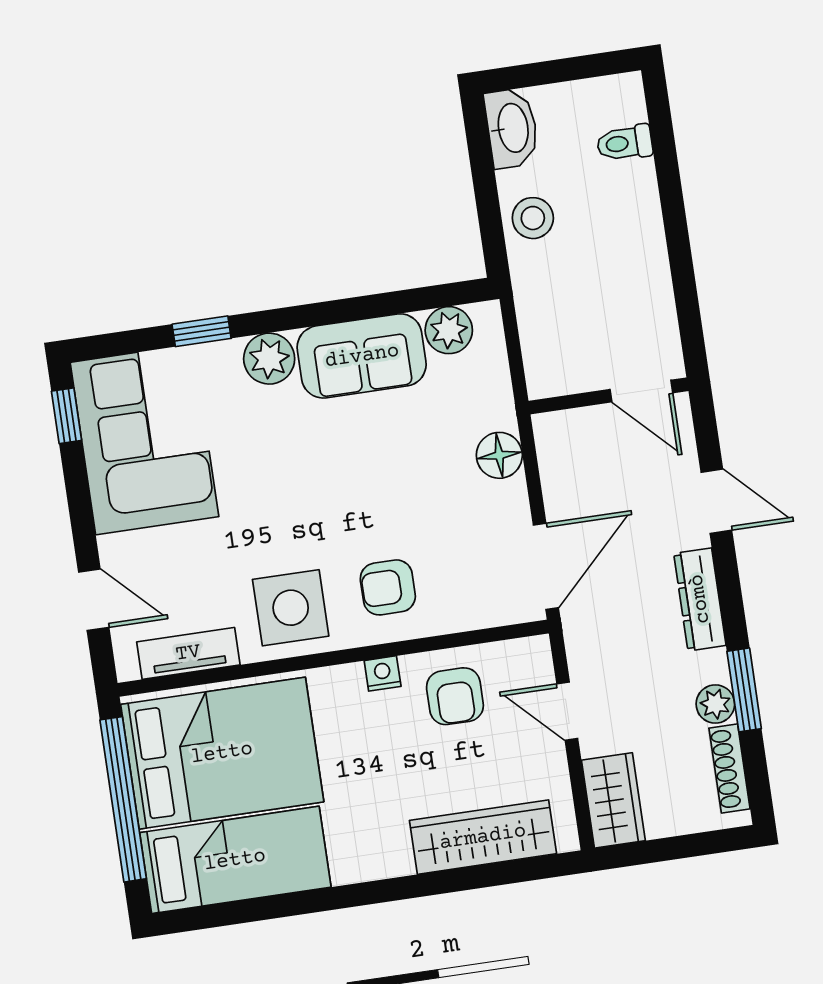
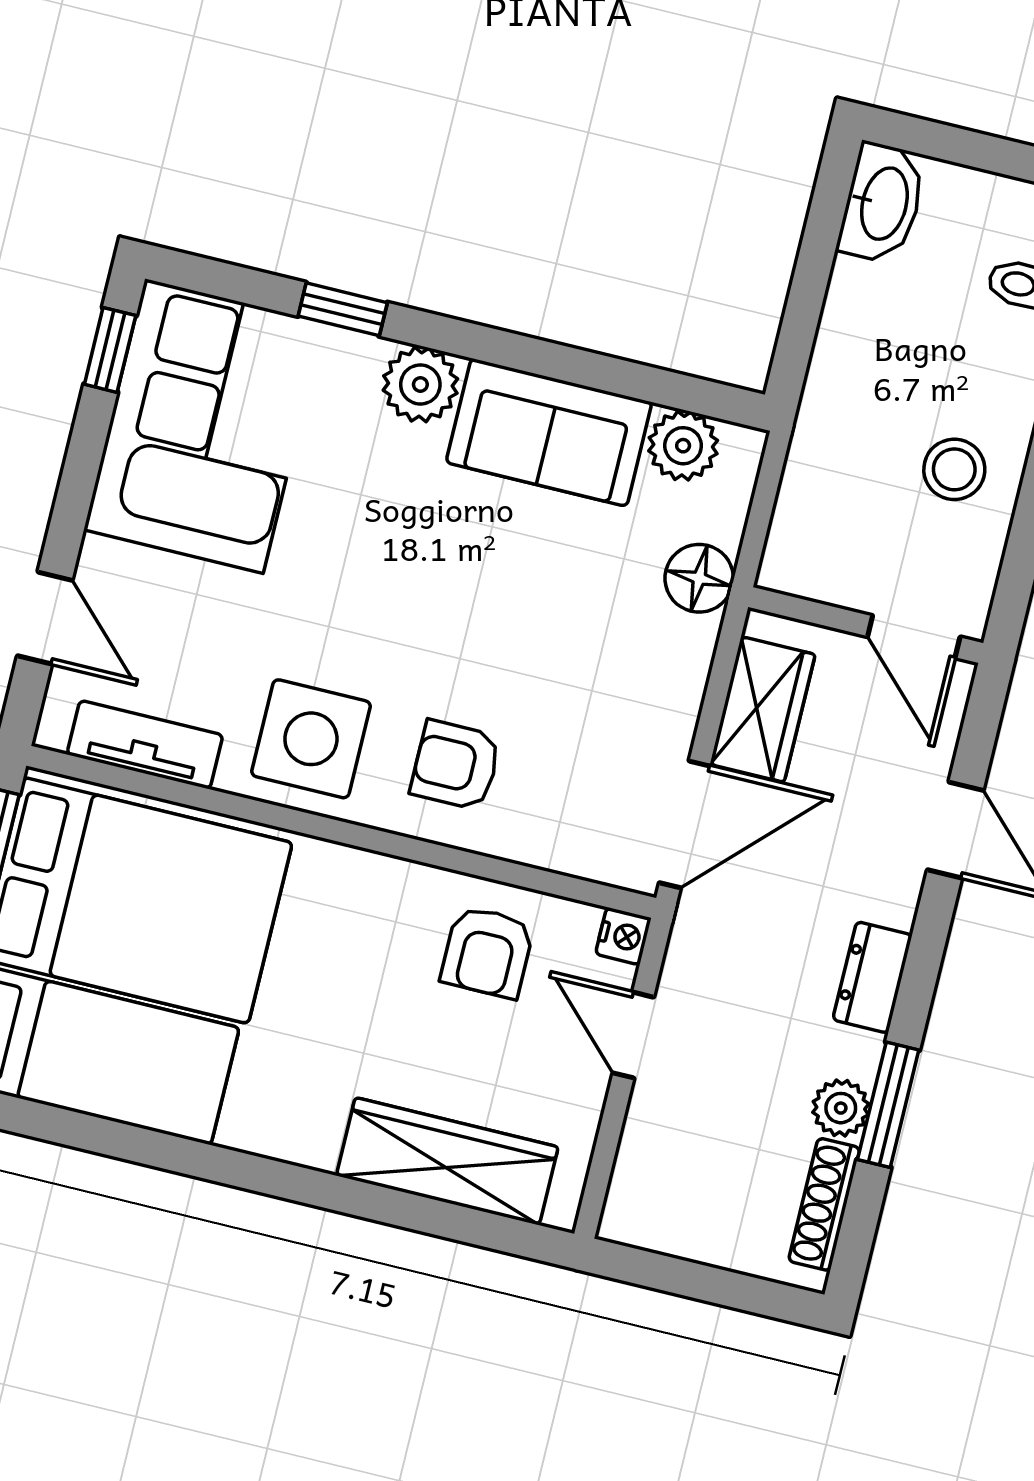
stool: (533, 218) -> (954, 469), moved
floor lamp: (499, 455) -> (699, 578), moved
dresser: (700, 599) -> (872, 977), width x0.70
nightstand: (383, 673) -> (623, 936), moved, turned 90
wardrobe: (613, 800) -> (763, 709), moved

